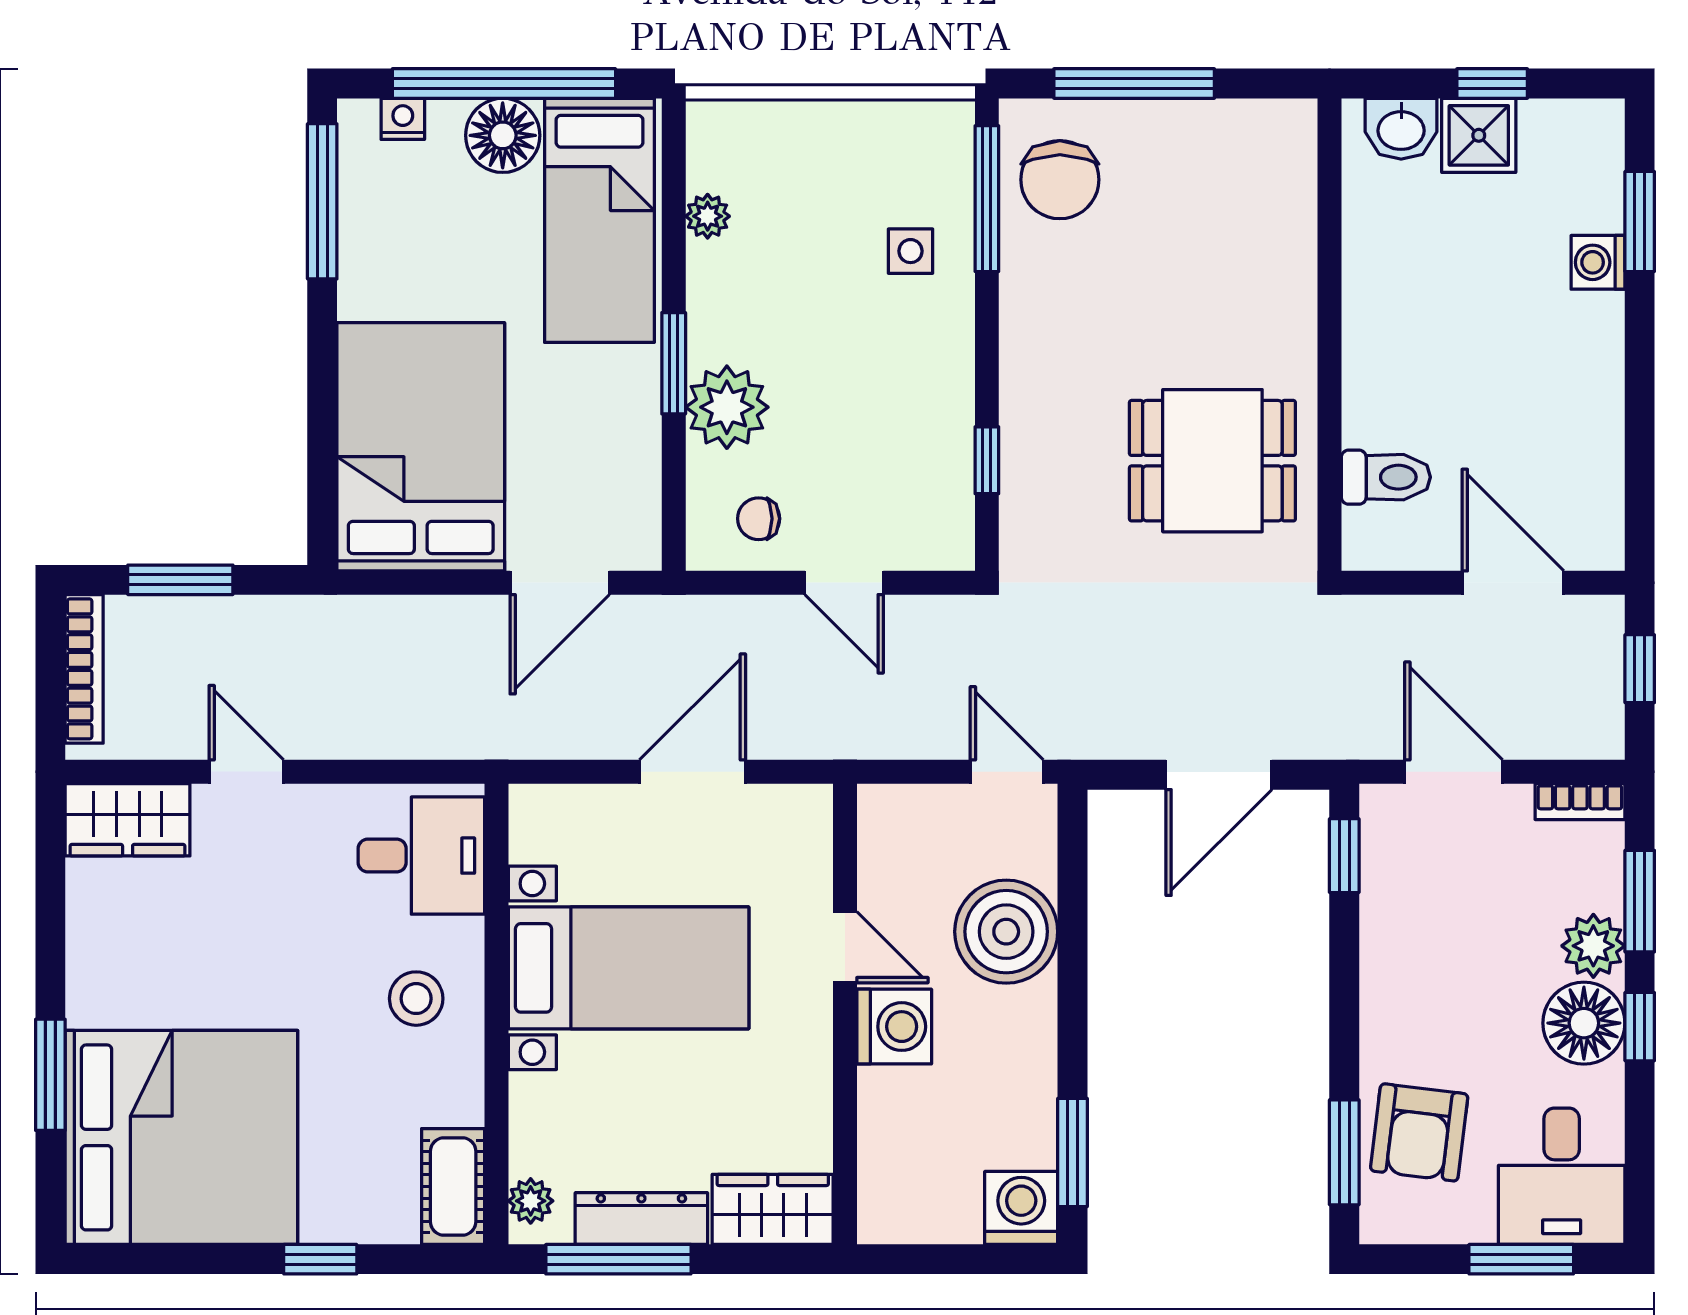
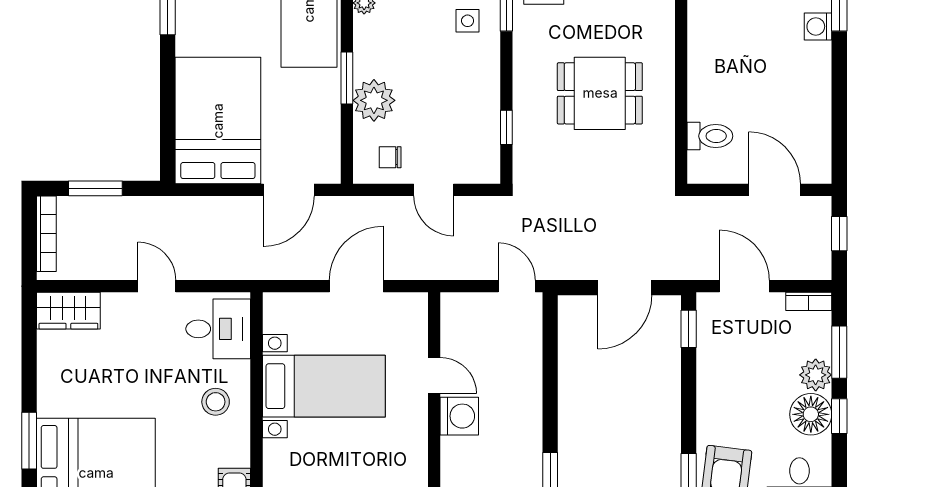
dining table: (1212, 461) -> (600, 93), moved
door: (246, 772) -> (157, 286), moved
boiler: (1006, 932) -> (516, 368), removed

